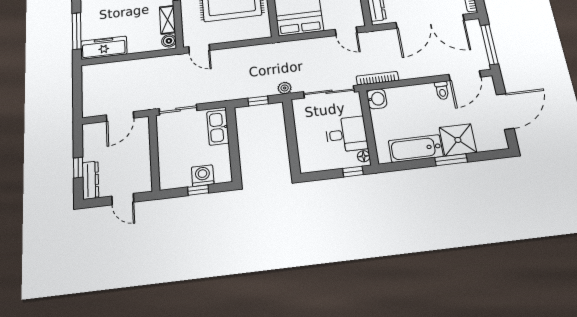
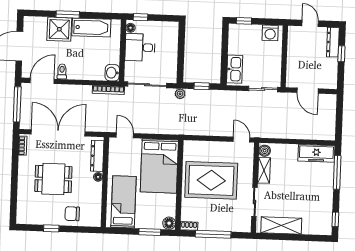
door: (120, 117) -> (308, 91), swing flipped
washing machine: (203, 176) -> (270, 33), moved
window: (198, 190) -> (244, 21), moved

